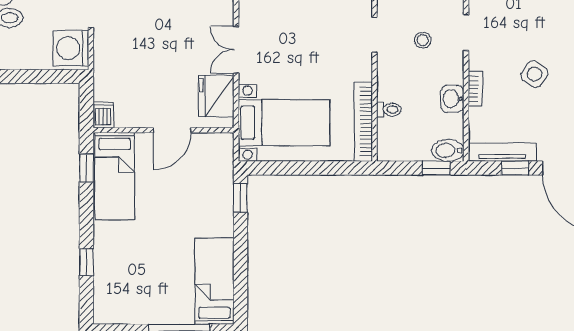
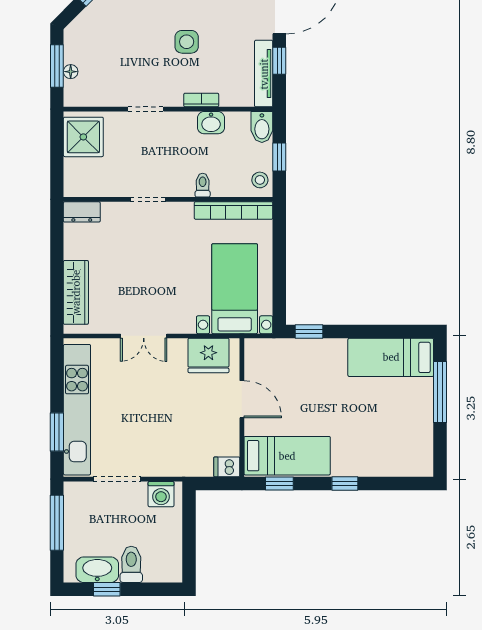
stool: (423, 40) -> (260, 180), moved
washing machine: (71, 48) -> (161, 494), width x0.73, depth x0.73
double door: (236, 50) -> (144, 336), moved
side table: (534, 74) -> (187, 42), turned -35
toilet: (389, 110) -> (203, 185), moved
window: (436, 168) -> (279, 157), moved
window: (86, 262) -> (345, 484), moved

